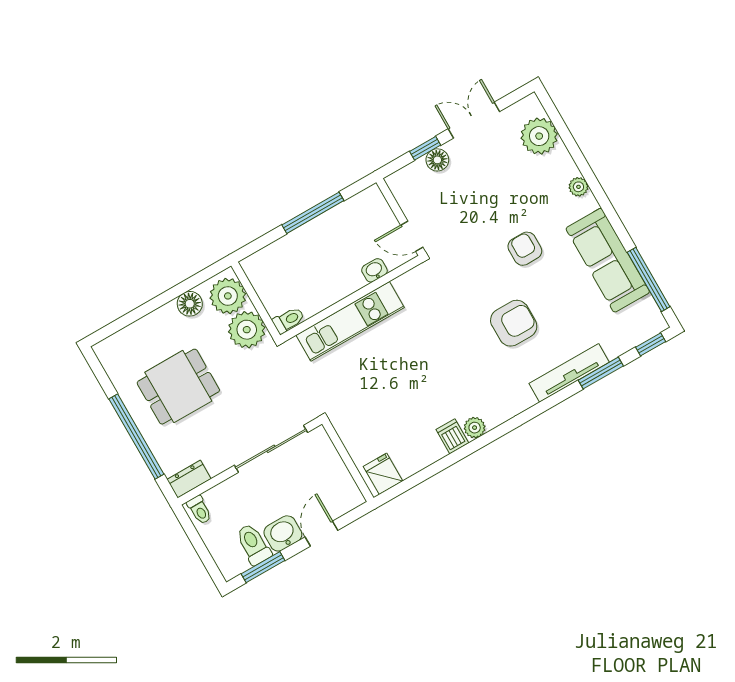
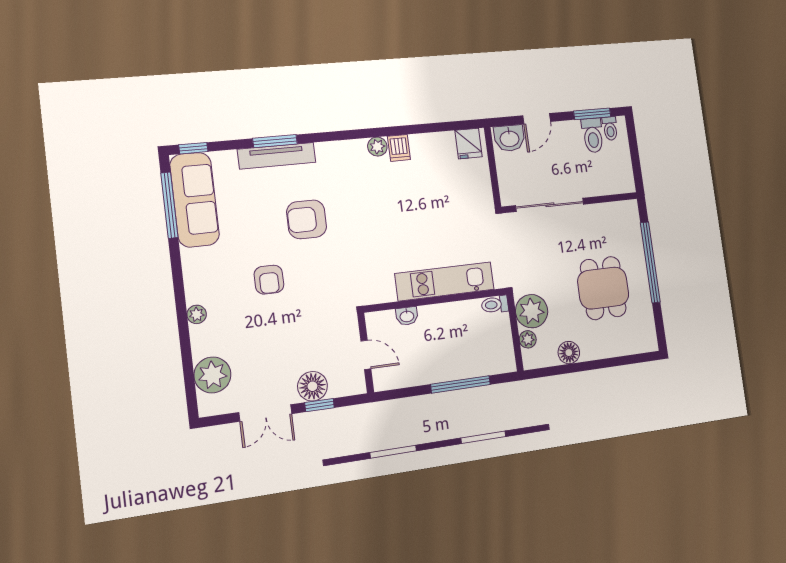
floor lamp: (437, 160) -> (312, 386), width x1.38, depth x1.38
window: (313, 213) -> (461, 384), moved
door: (412, 236) -> (366, 355), moved
sofa: (608, 260) -> (195, 200), moved
plant: (228, 296) -> (528, 339), width x0.53, depth x0.53
window: (601, 373) -> (275, 141), moved
dining table: (178, 387) -> (603, 288), turned 90
dresser: (189, 479) -> (623, 210), removed
toilet: (199, 510) -> (610, 128), moved, turned 180
washbasin: (283, 533) -> (509, 138), moved

